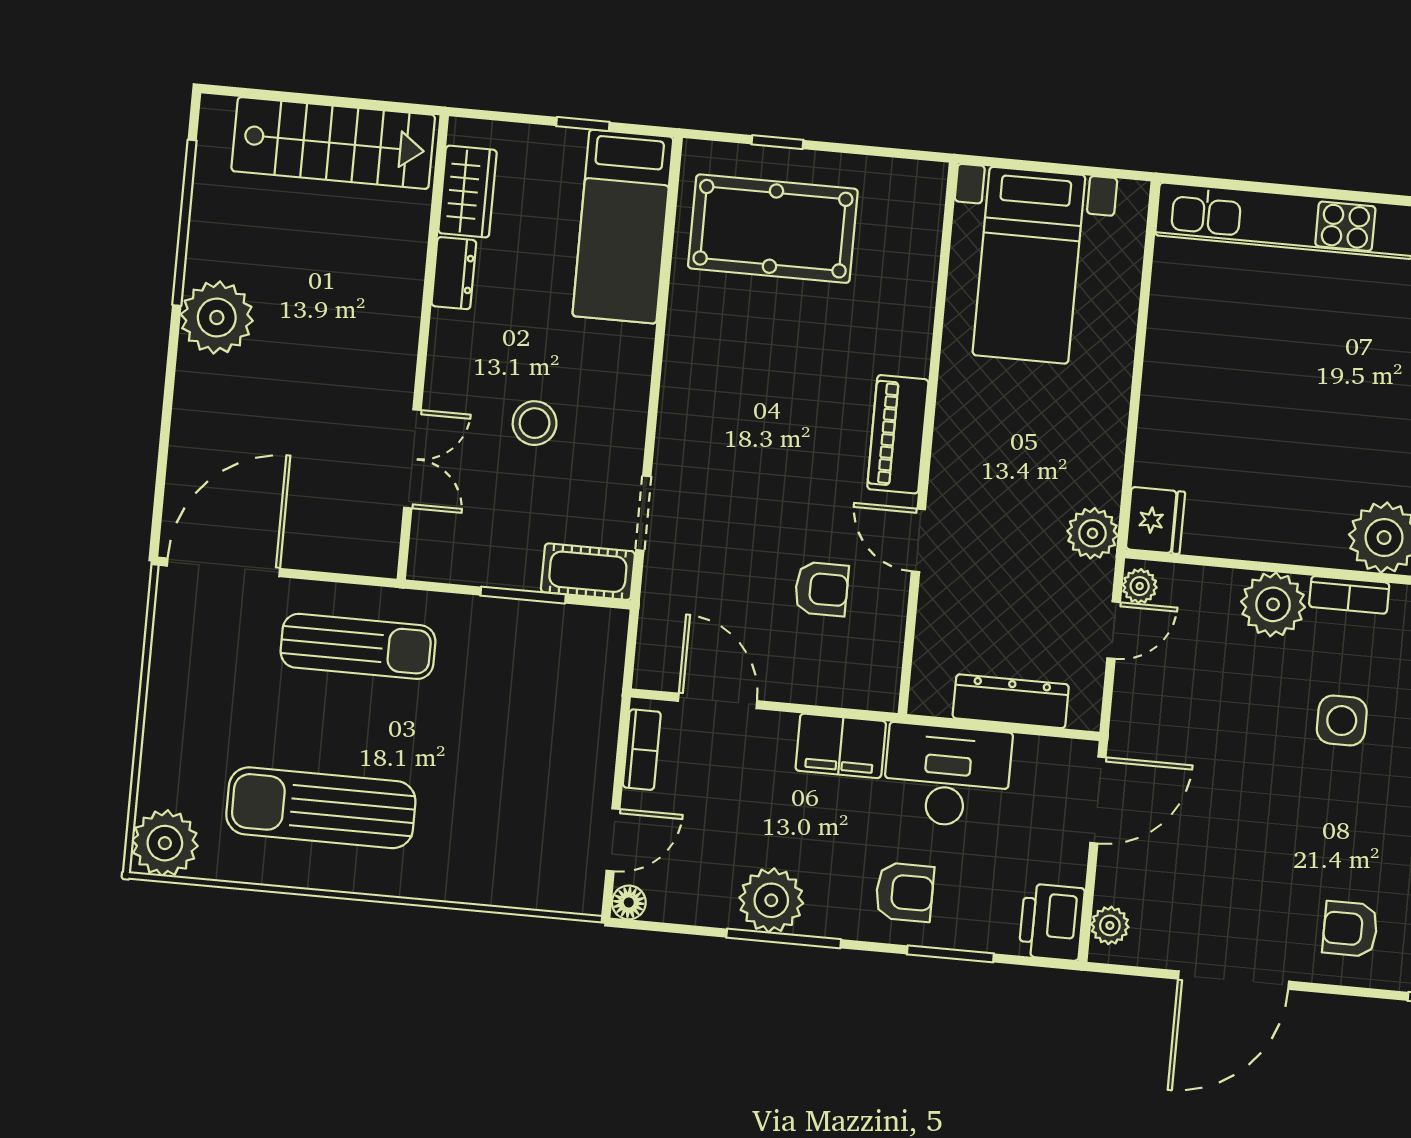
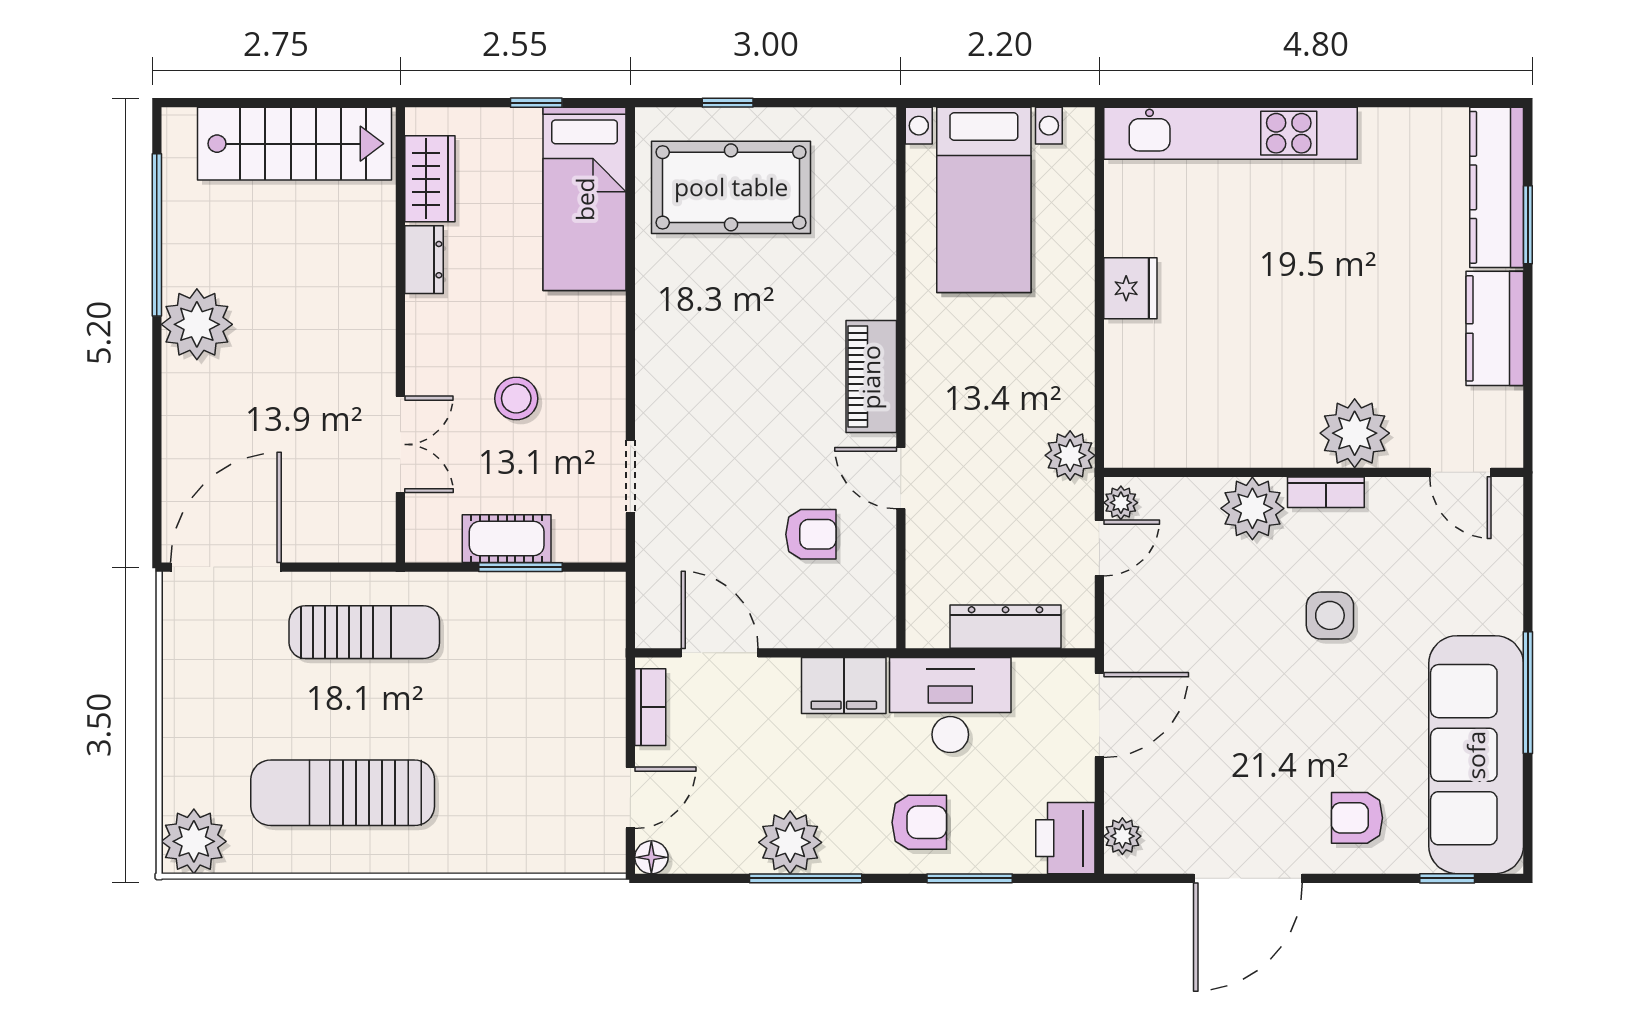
fridge: (1156, 520) -> (1130, 288), moved
cot: (588, 572) -> (507, 539), moved

